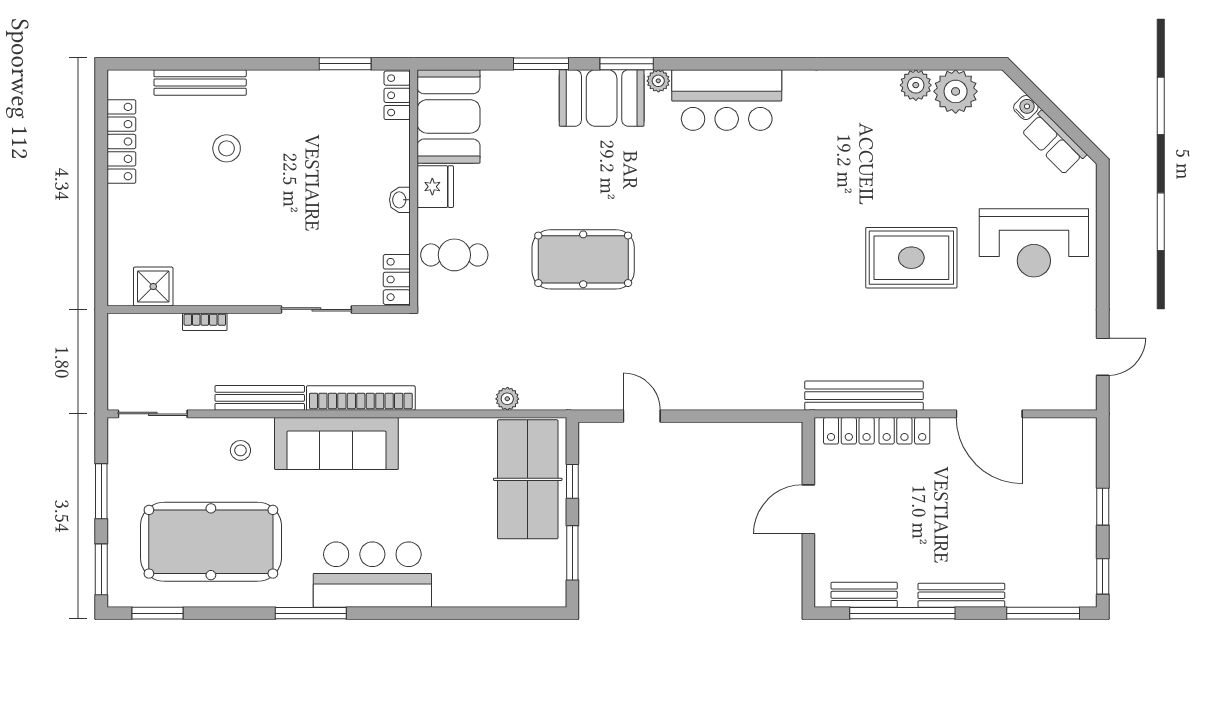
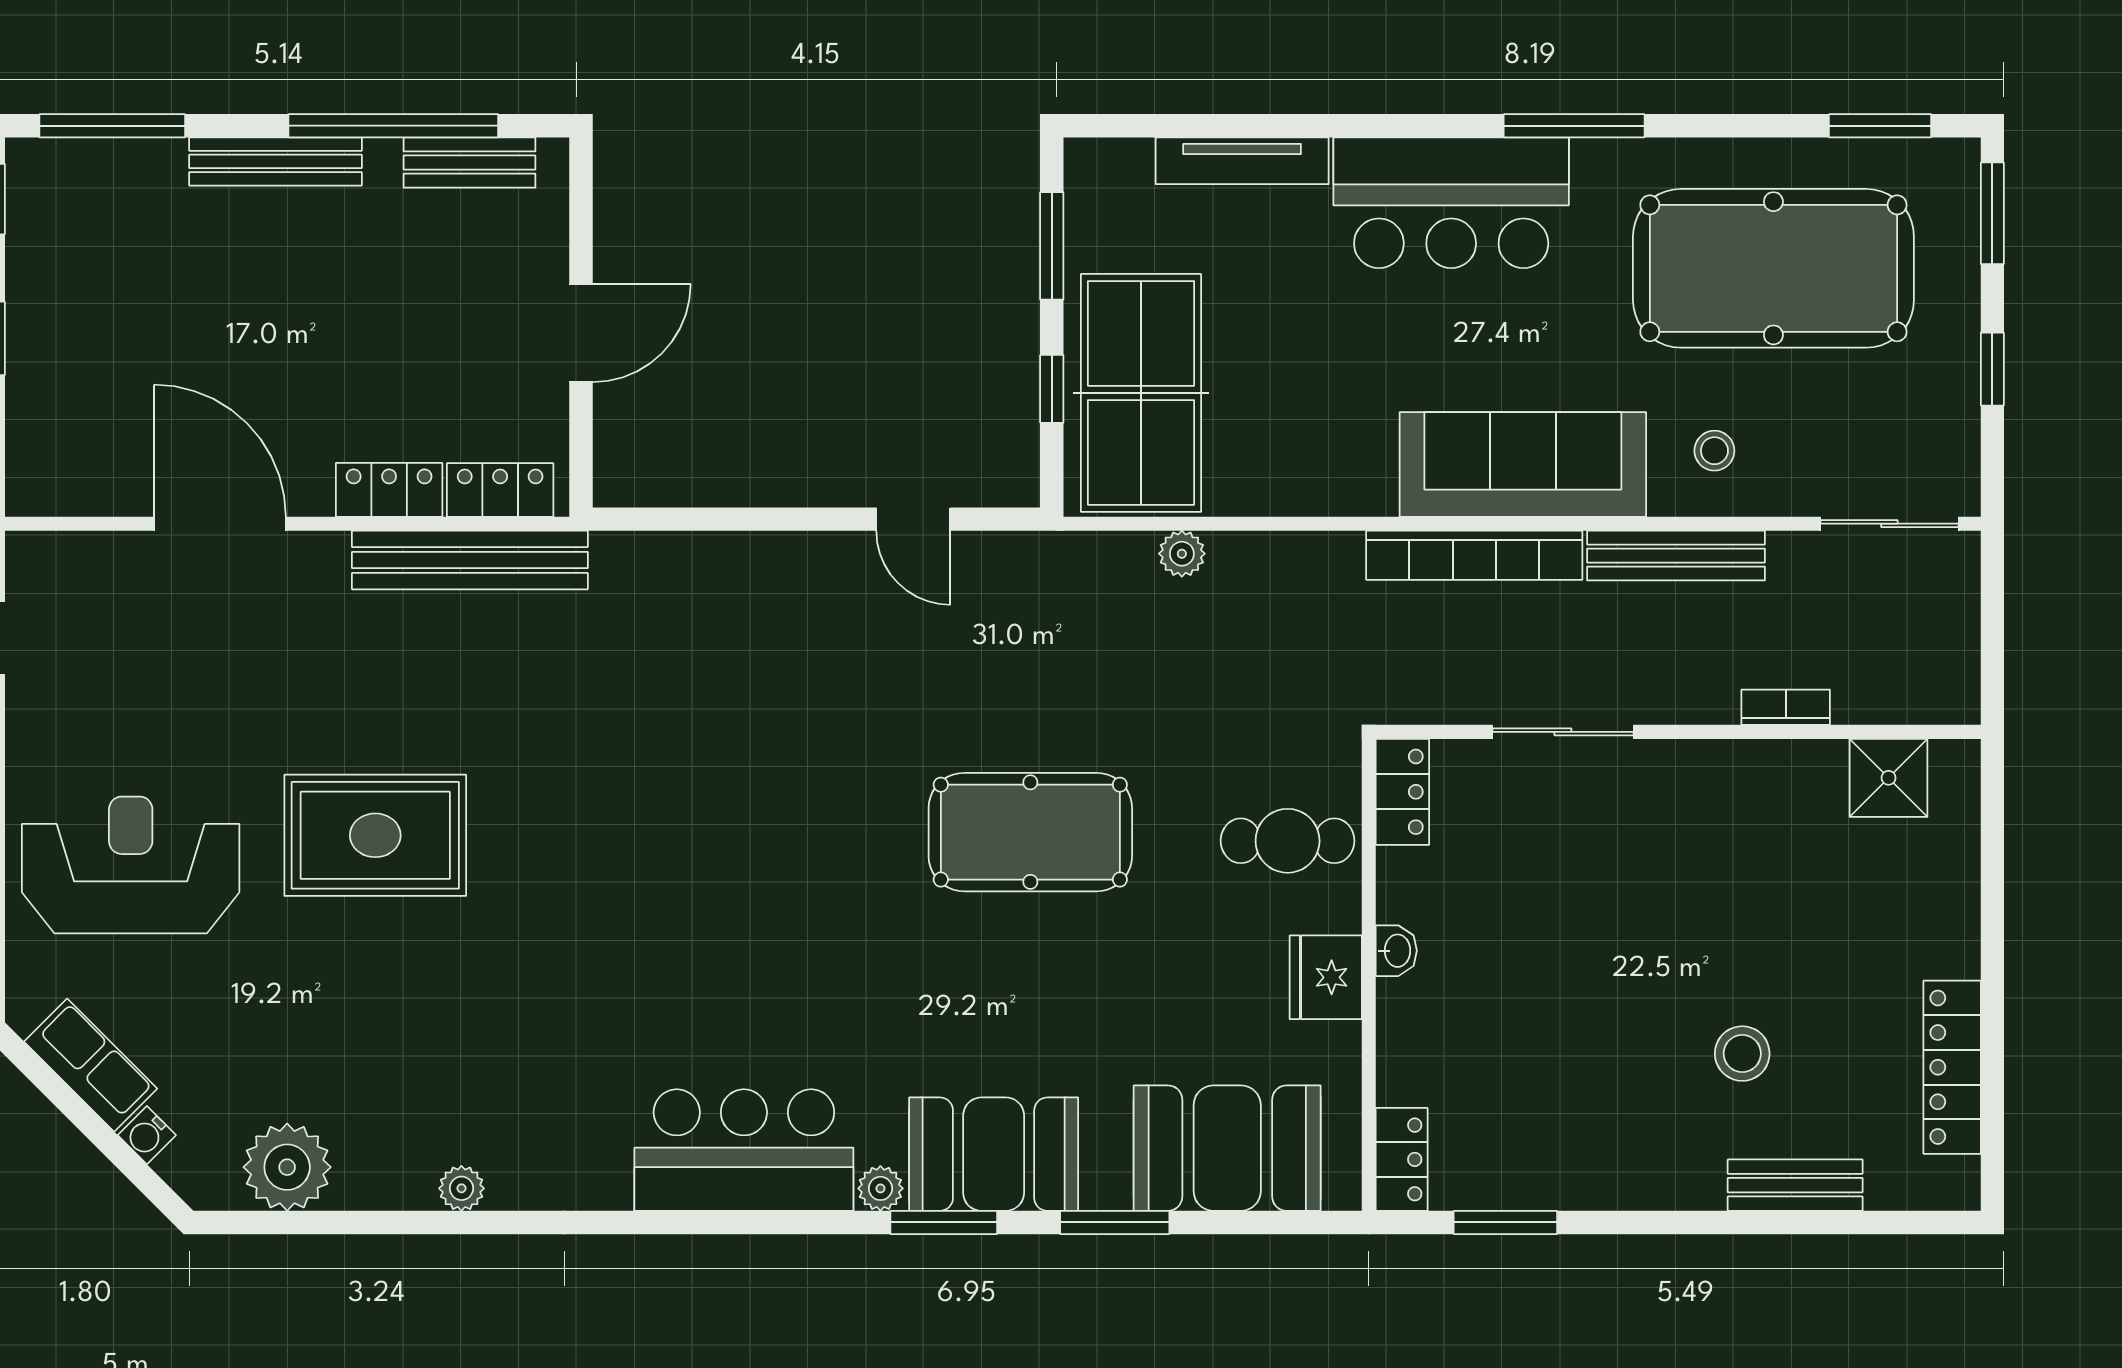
bench: (200, 82) -> (1795, 1185), width x0.73
plant: (916, 85) -> (461, 1188), moved, width x0.73, depth x0.73
booth: (449, 116) -> (1227, 1148), moved, turned 90
window: (101, 491) -> (1992, 369), width x0.67
tv unit: (477, 596) -> (1242, 161), added

